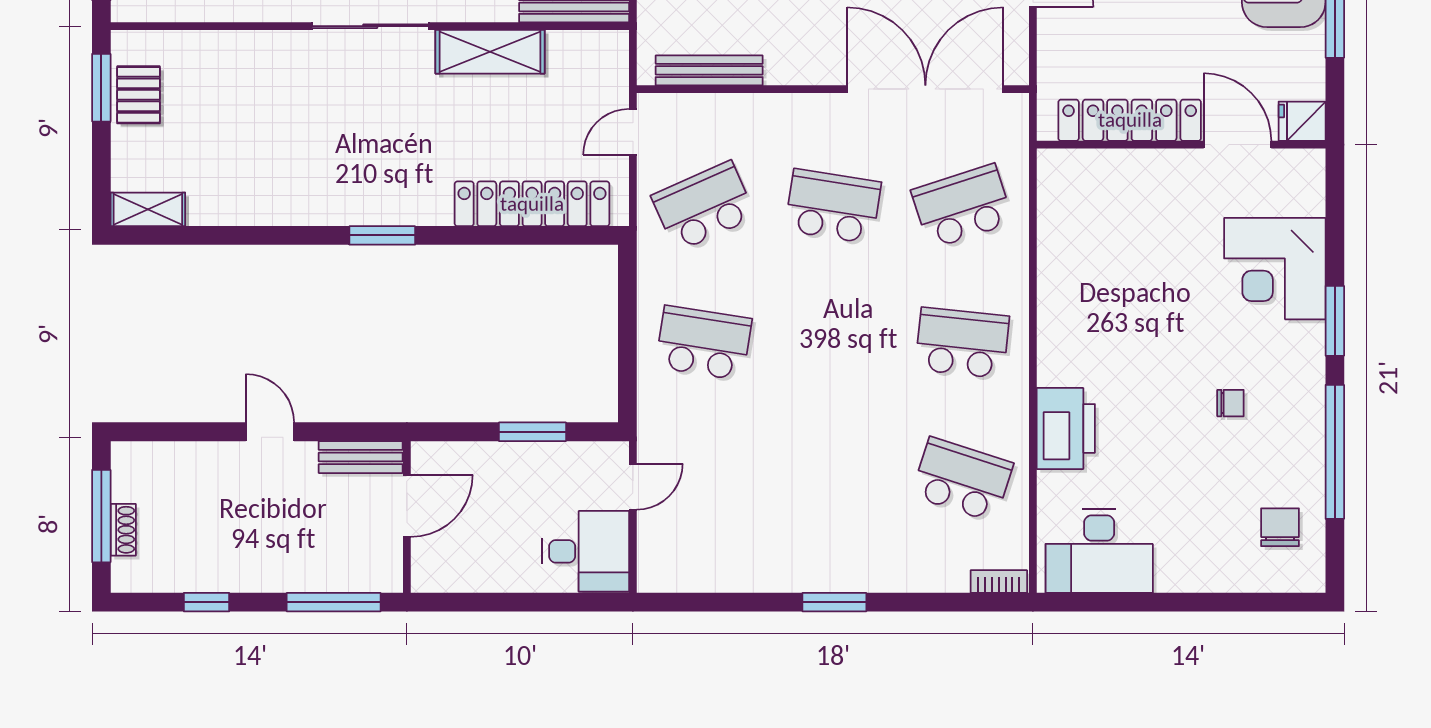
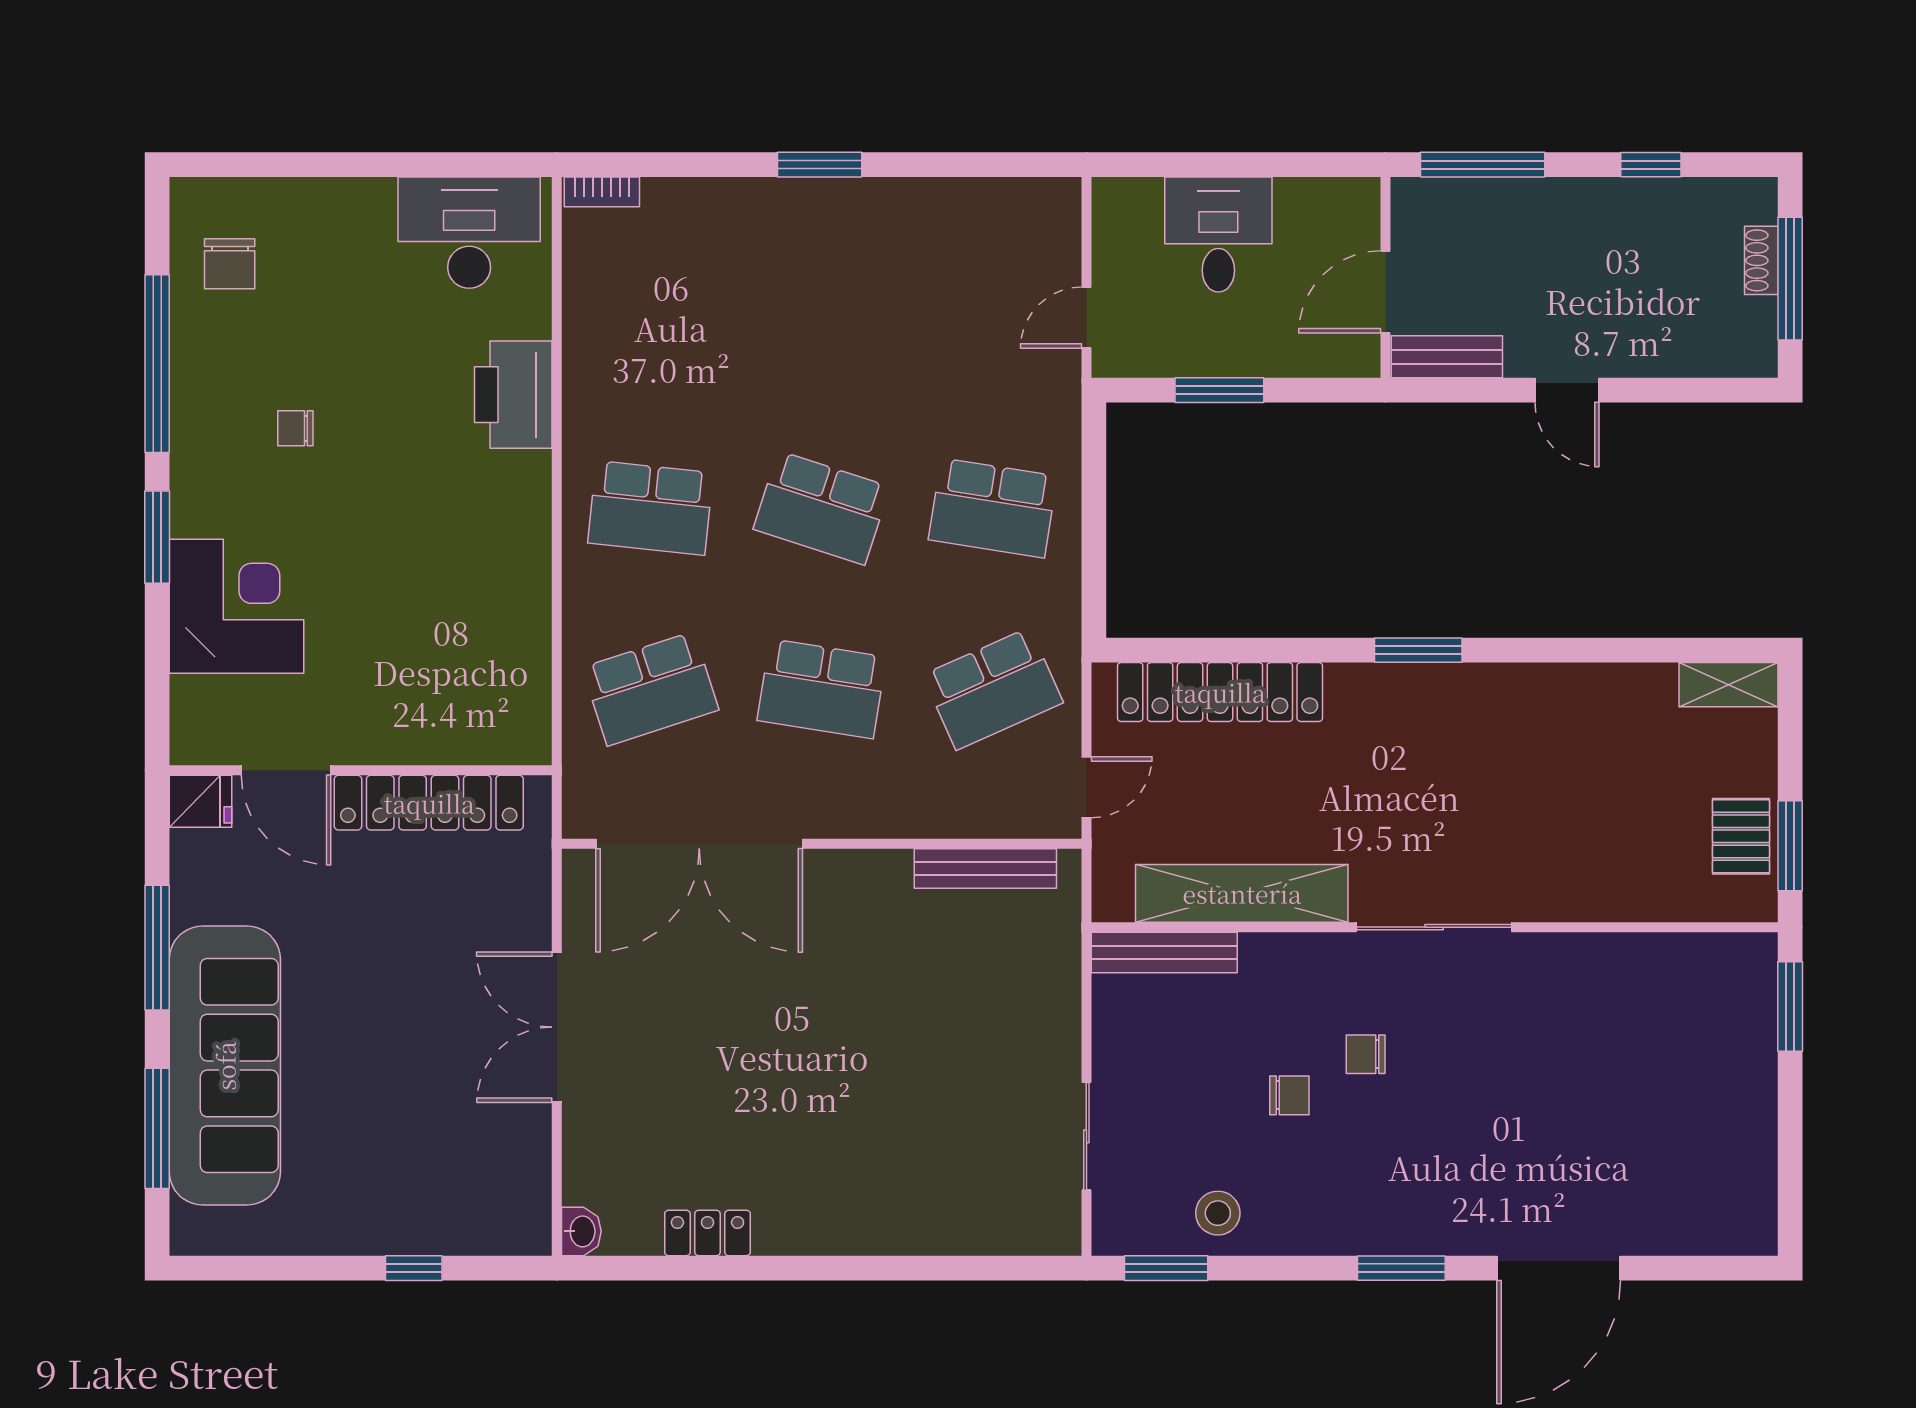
shelving: (490, 52) -> (1242, 893), width x1.47
school desk: (962, 479) -> (822, 508), moved
desk: (586, 551) -> (1218, 235), moved, turned 90

